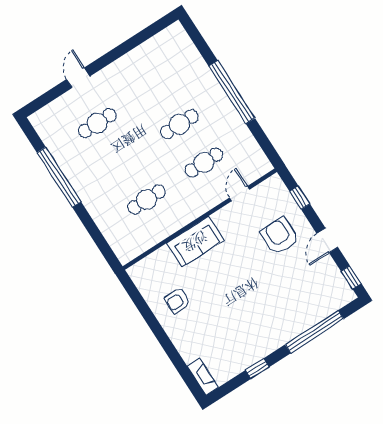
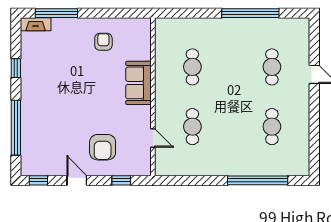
window: (232, 92) -> (258, 180), moved
cafe table: (179, 124) -> (272, 127), moved
armchair: (280, 236) -> (103, 147), turned 90
window: (179, 364) -> (56, 13), added

